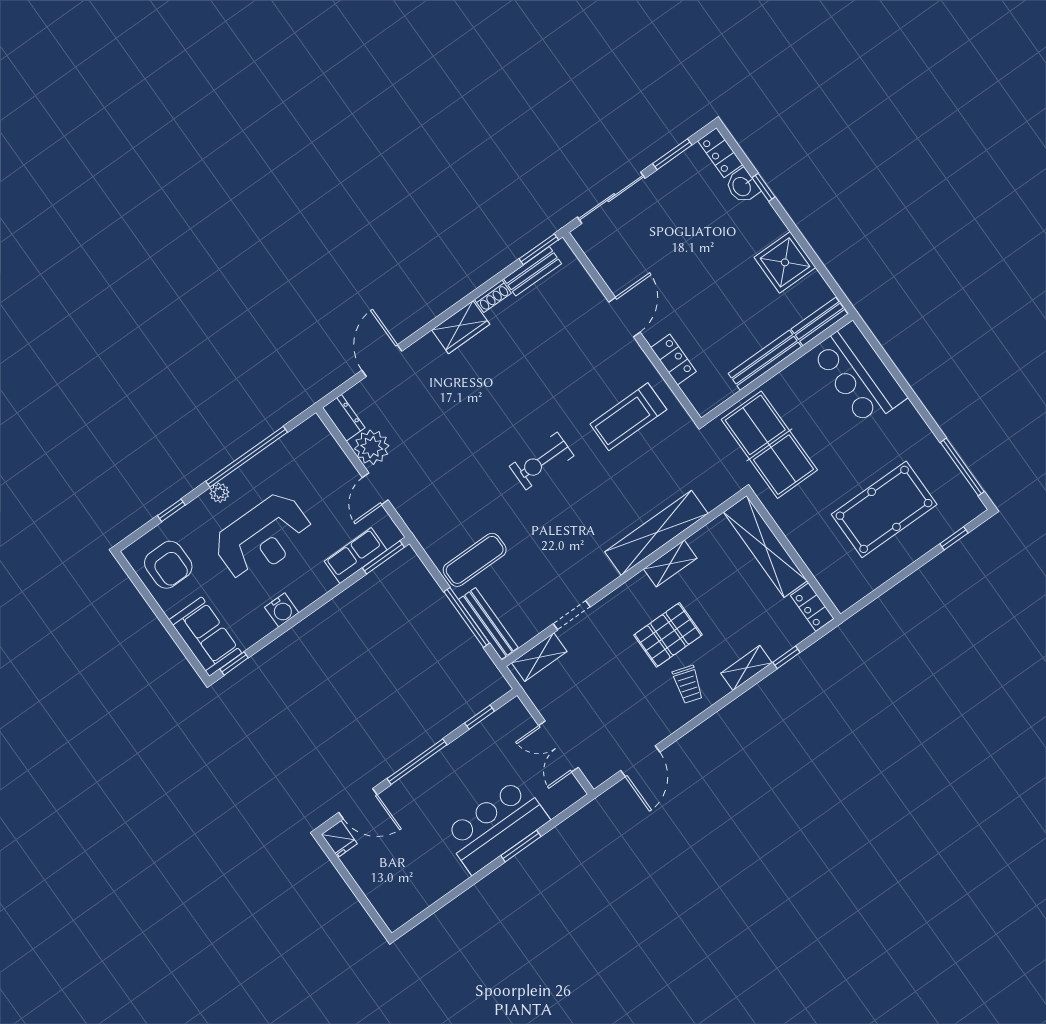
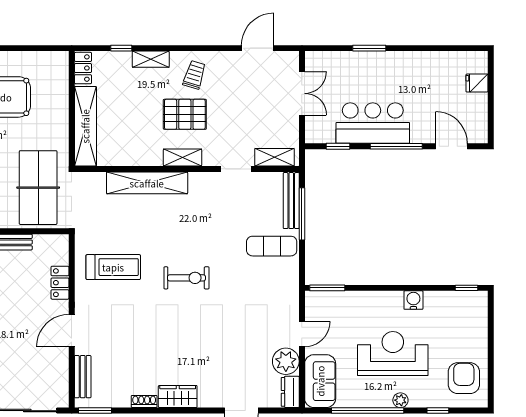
bench: (533, 271) -> (83, 377), moved, turned 90
row of seats: (356, 556) -> (344, 301), removed
shelving: (670, 564) -> (182, 158), moved
sofa: (205, 636) -> (320, 381), moved, turned 180
bar counter: (496, 826) -> (373, 123), moved, turned 180
fridge: (339, 839) -> (477, 83), moved, turned -90

